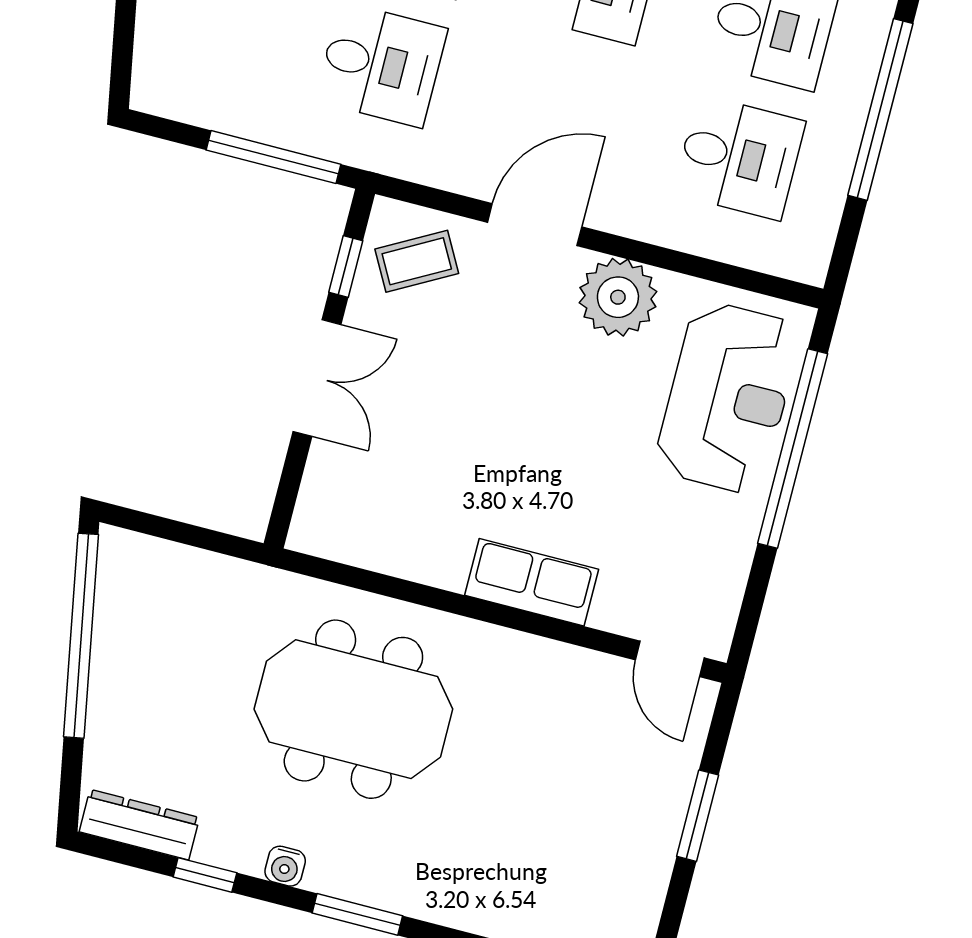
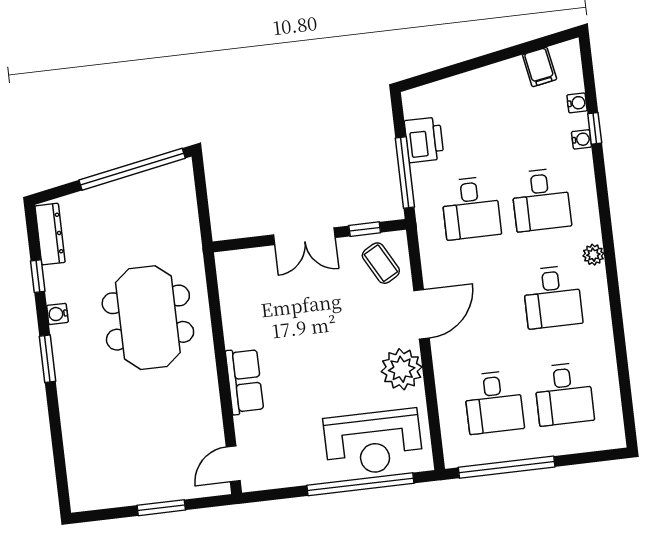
printer: (229, 101) -> (424, 140), added
window: (880, 109) -> (507, 467), moved
door: (535, 225) -> (421, 314), hinge flipped

